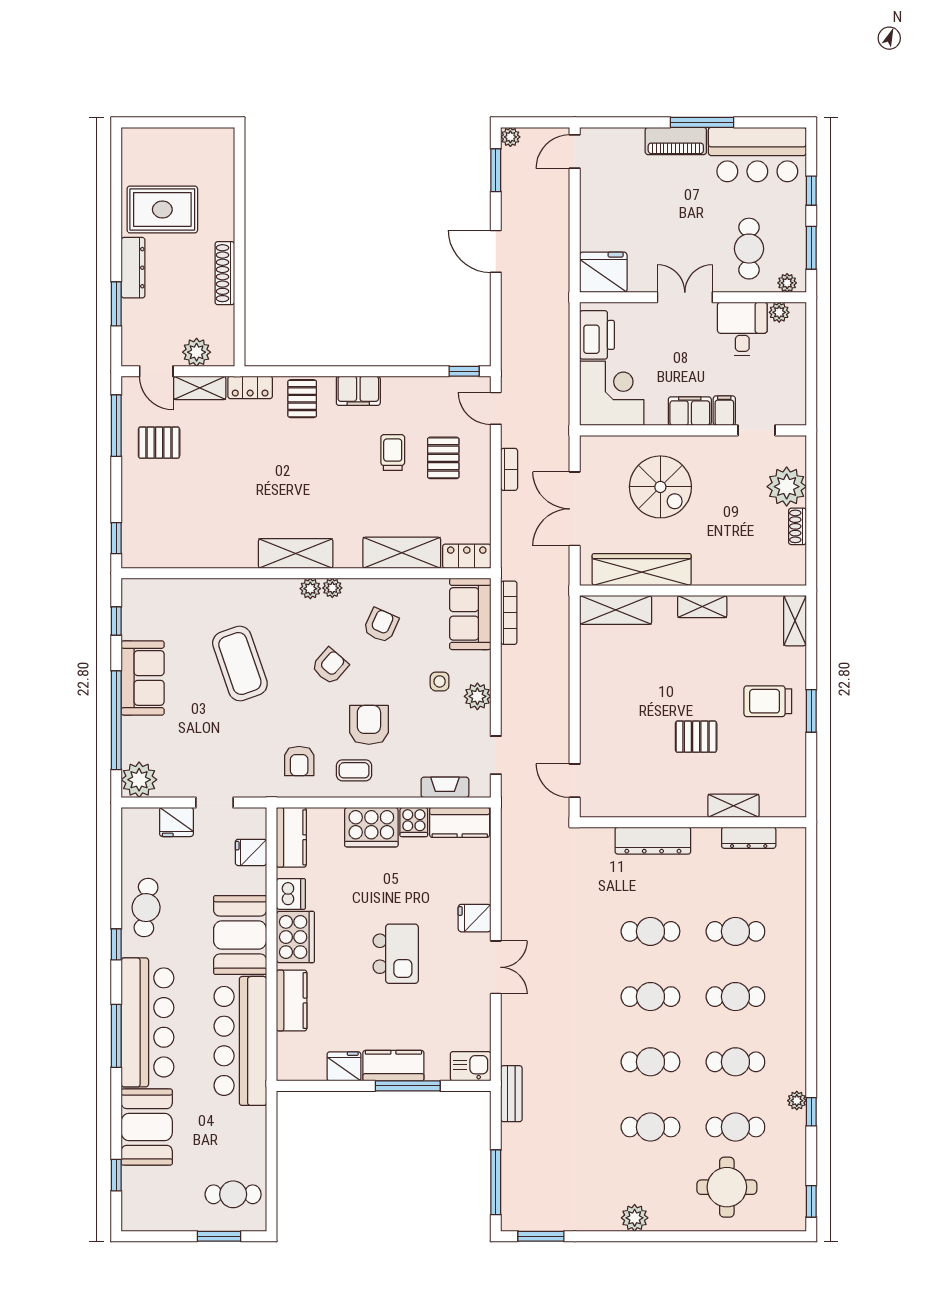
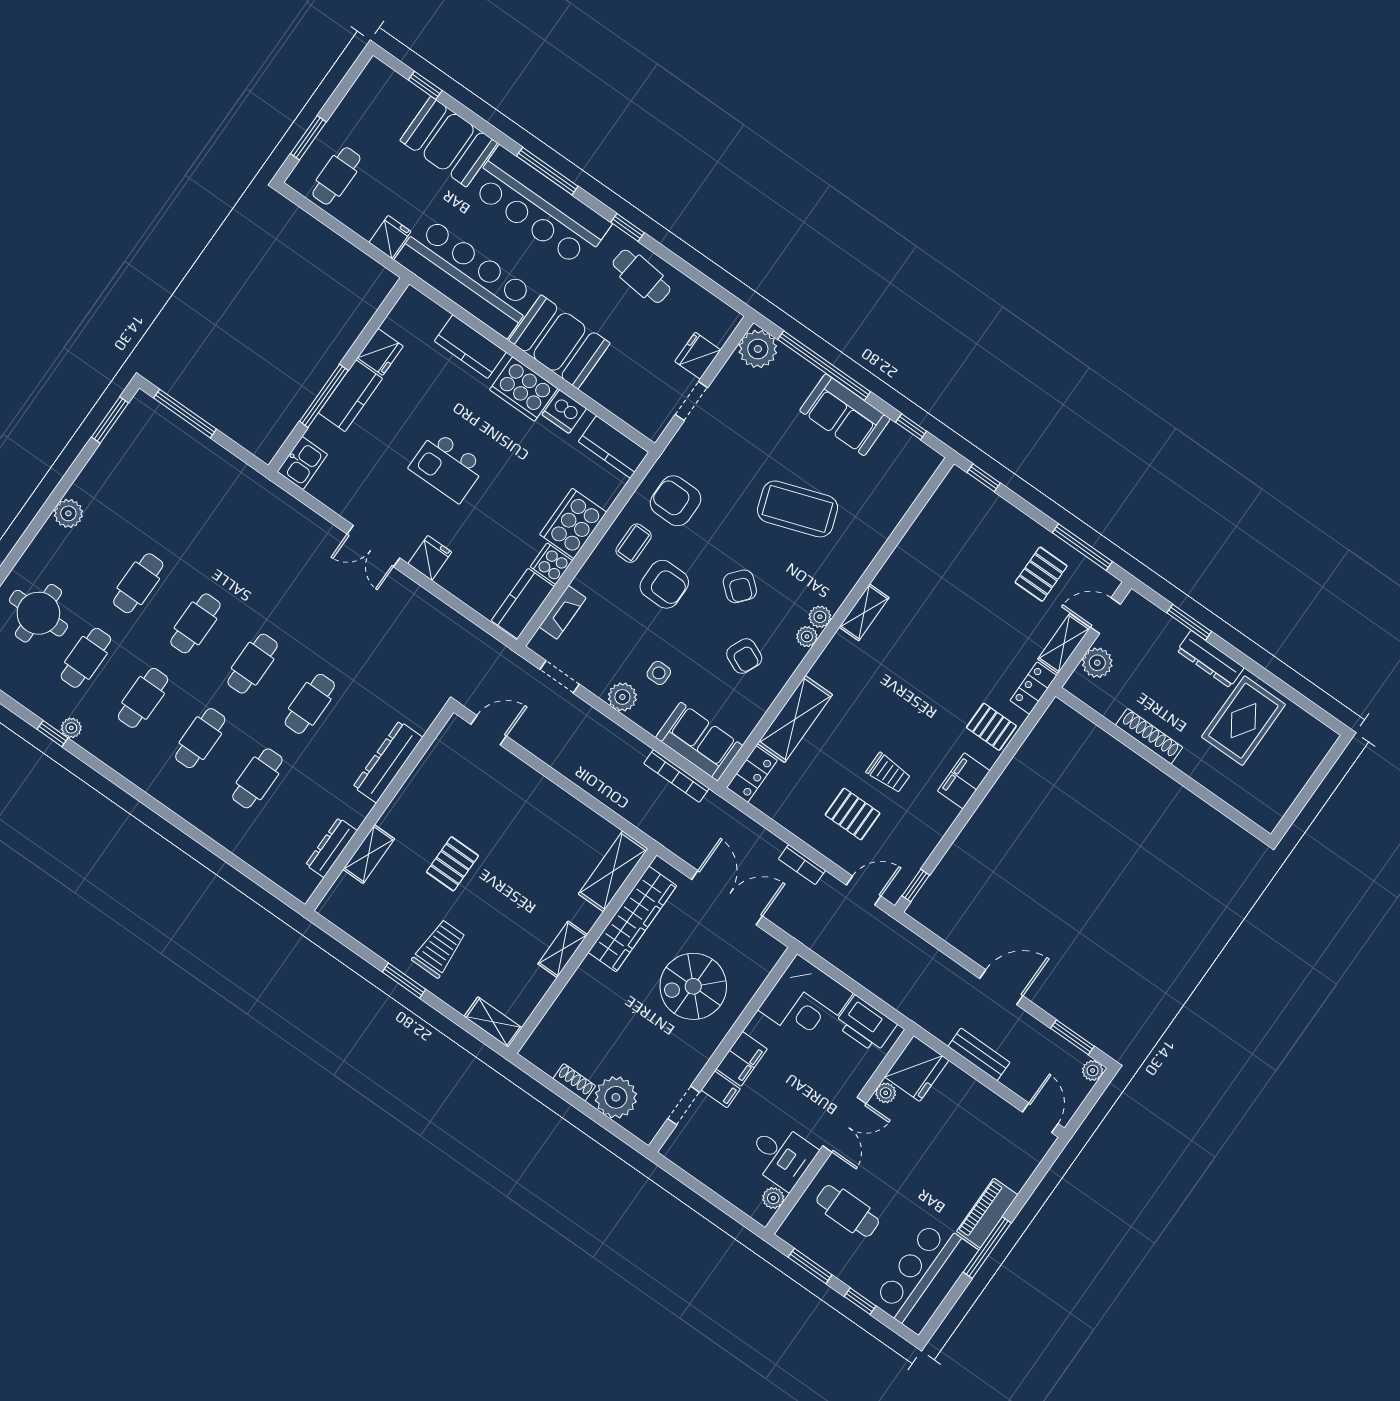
plant: (787, 283) -> (886, 1093), moved
shelving: (296, 553) -> (864, 612), width x0.67, depth x0.75
armchair: (299, 761) -> (676, 501), width x1.38, depth x1.38
fridge: (251, 852) -> (390, 237), moved
bench: (511, 1094) -> (979, 1054), moved

